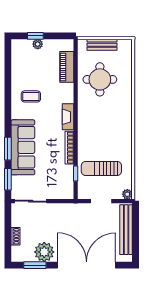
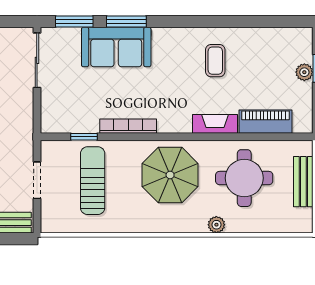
fireplace: (68, 117) -> (215, 124), moved
parasol: (98, 123) -> (170, 175), added
sofa: (23, 147) -> (116, 47), width x0.73
plant: (127, 194) -> (216, 225), moved

